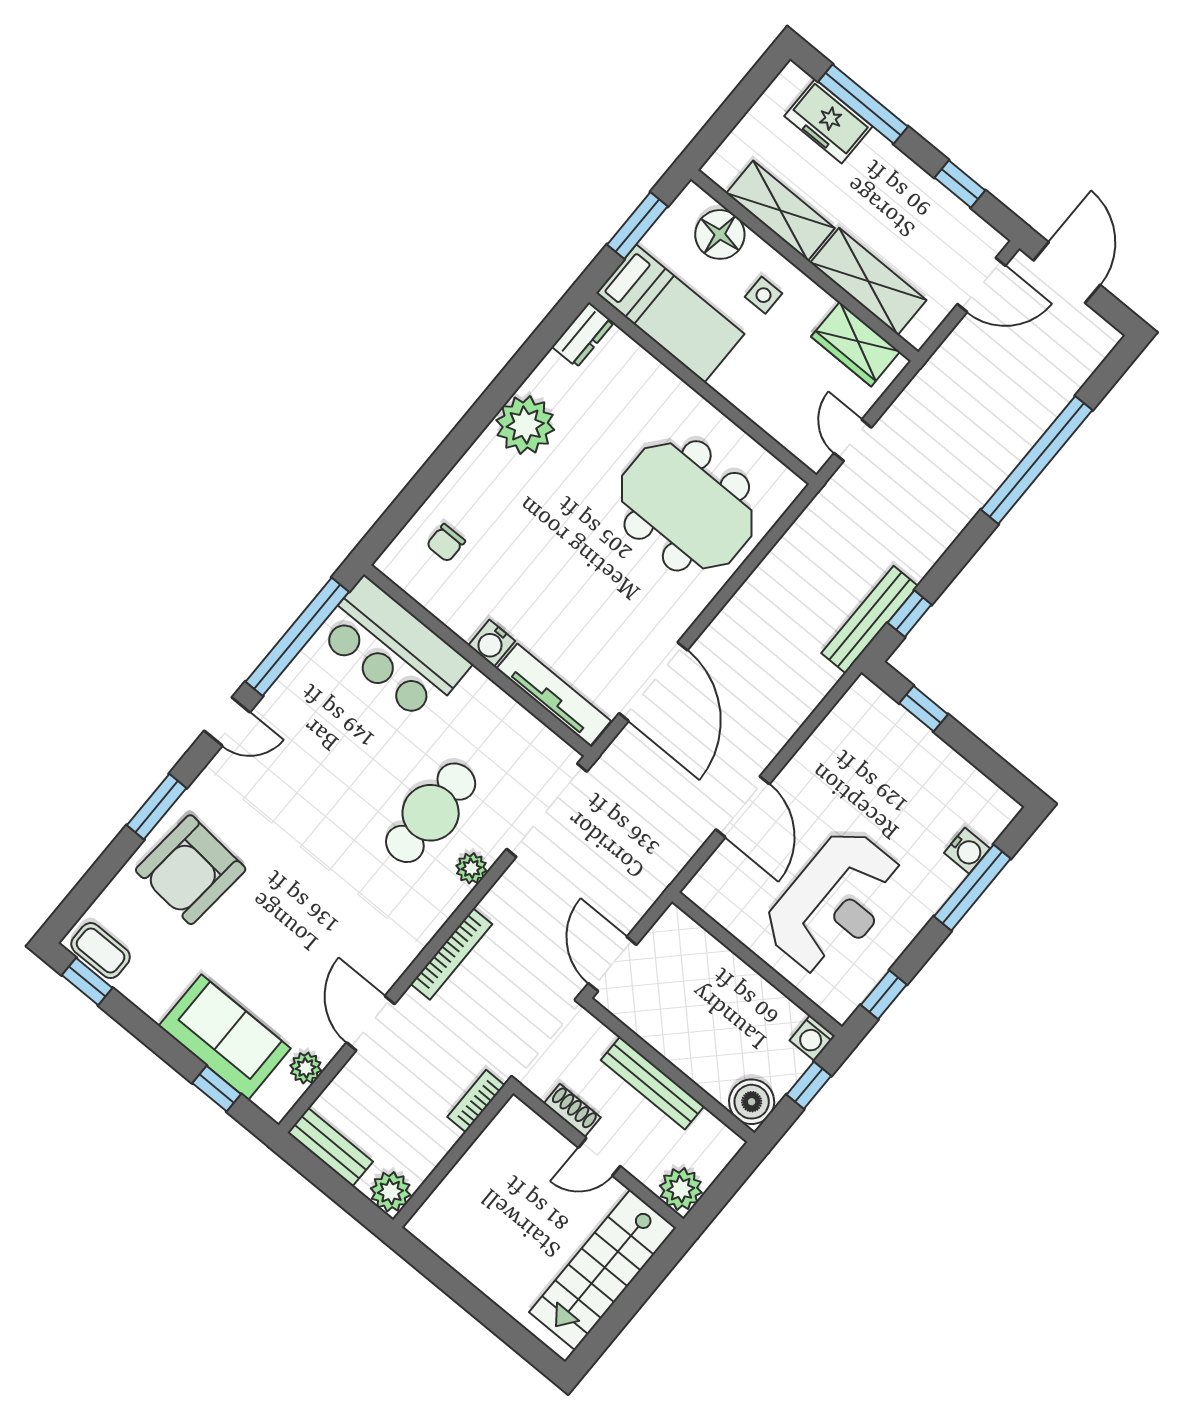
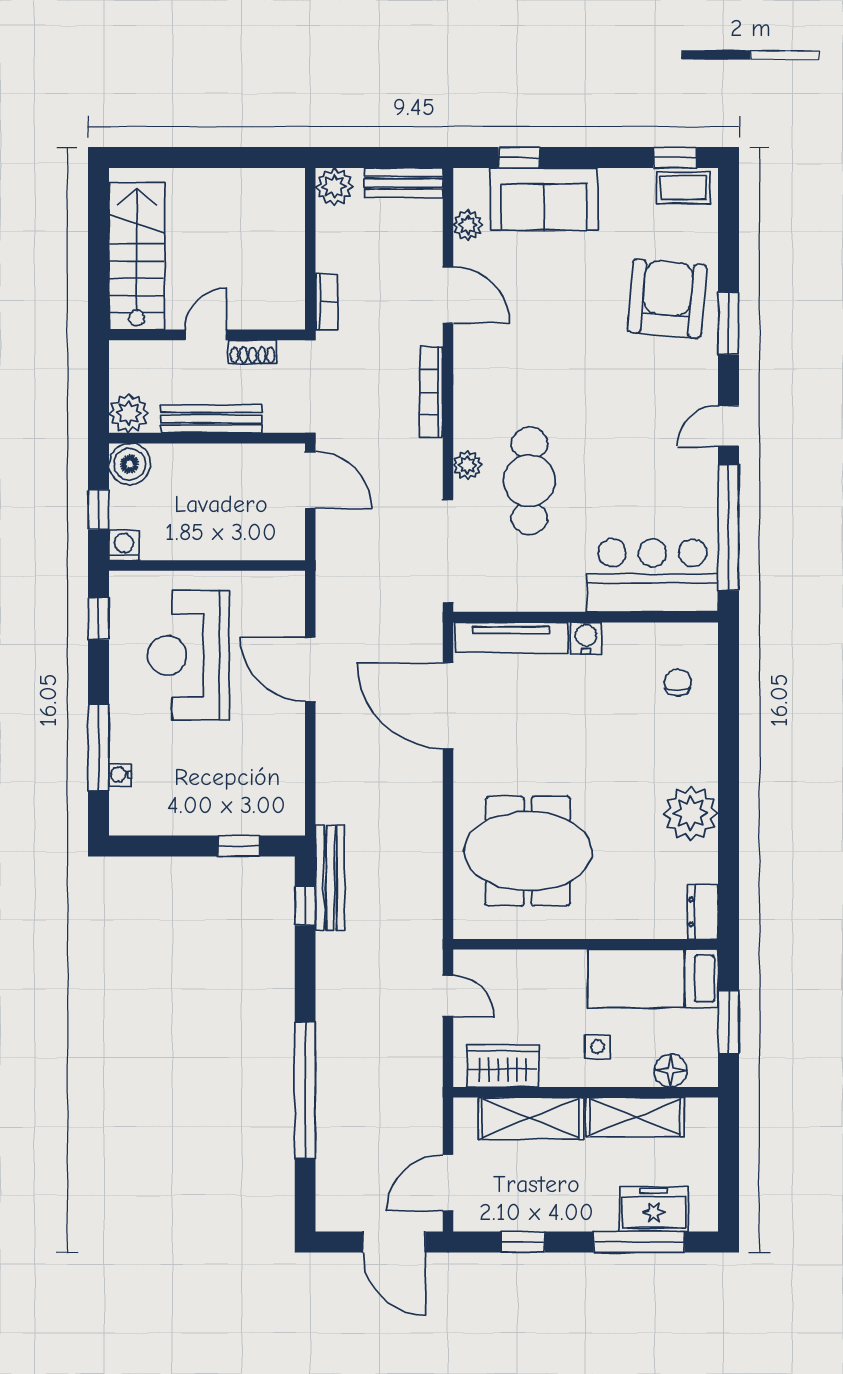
floor lamp: (720, 234) -> (671, 1071), width x0.73, depth x0.73
water cooler: (967, 851) -> (120, 775), width x0.72, depth x0.72
plant: (681, 1189) -> (129, 413), moved

